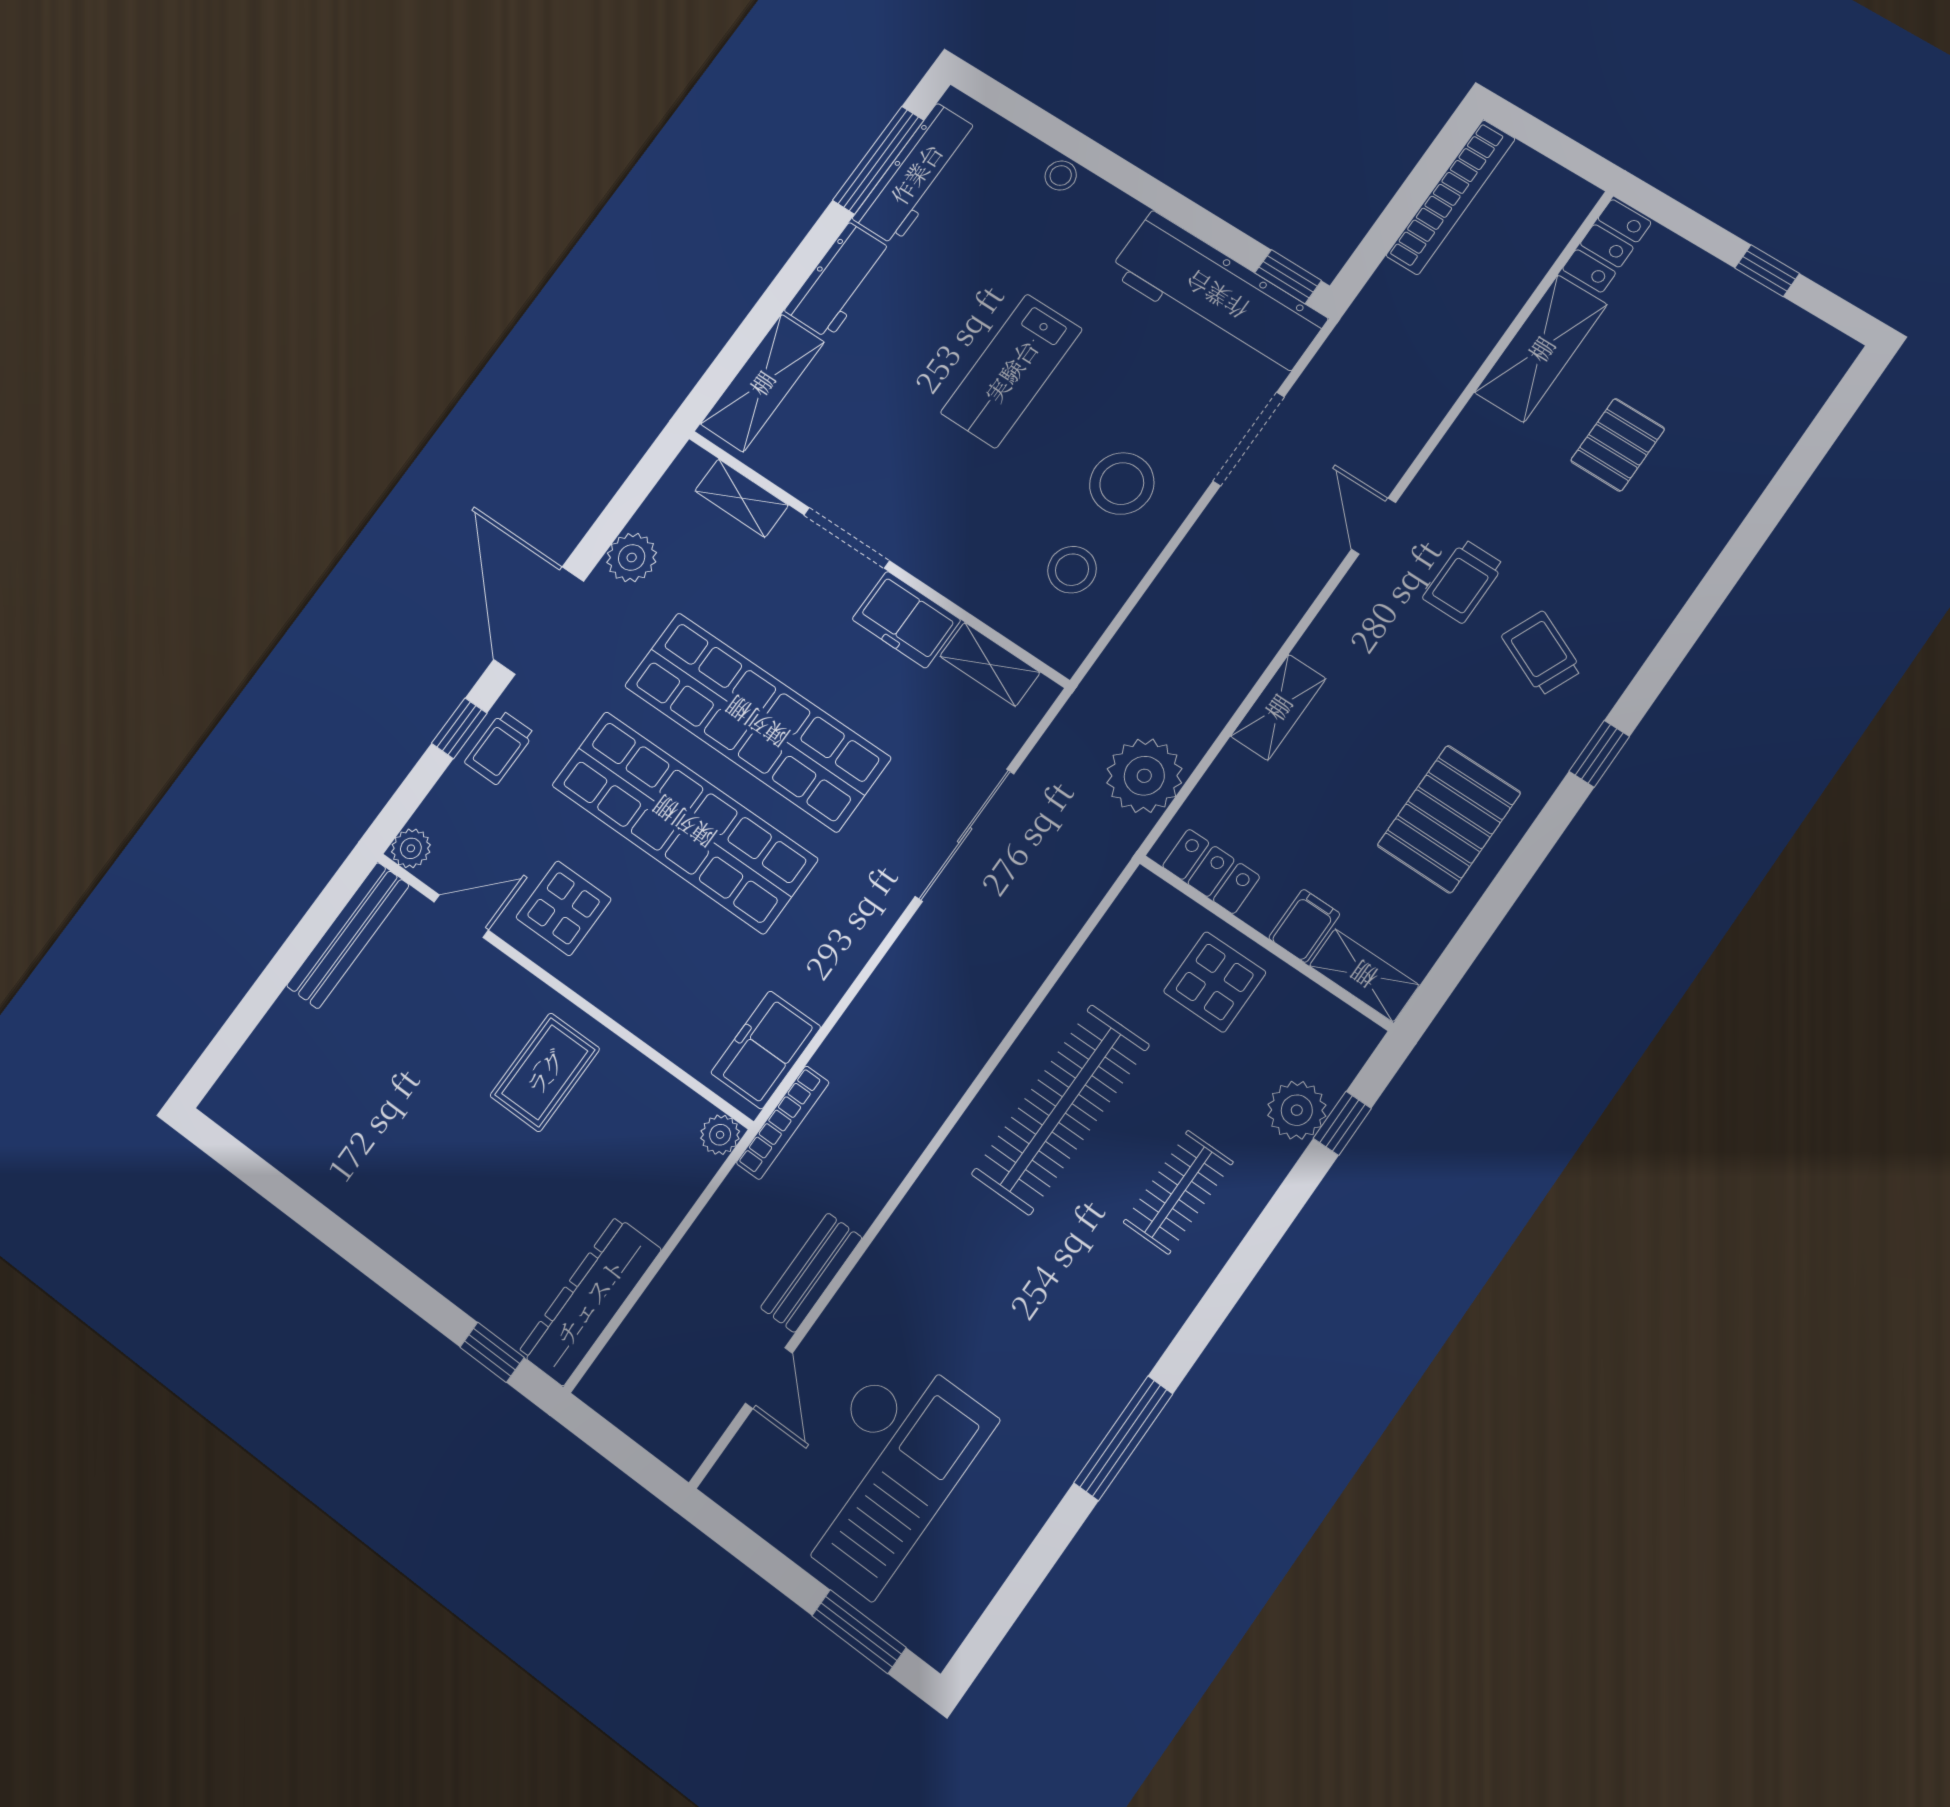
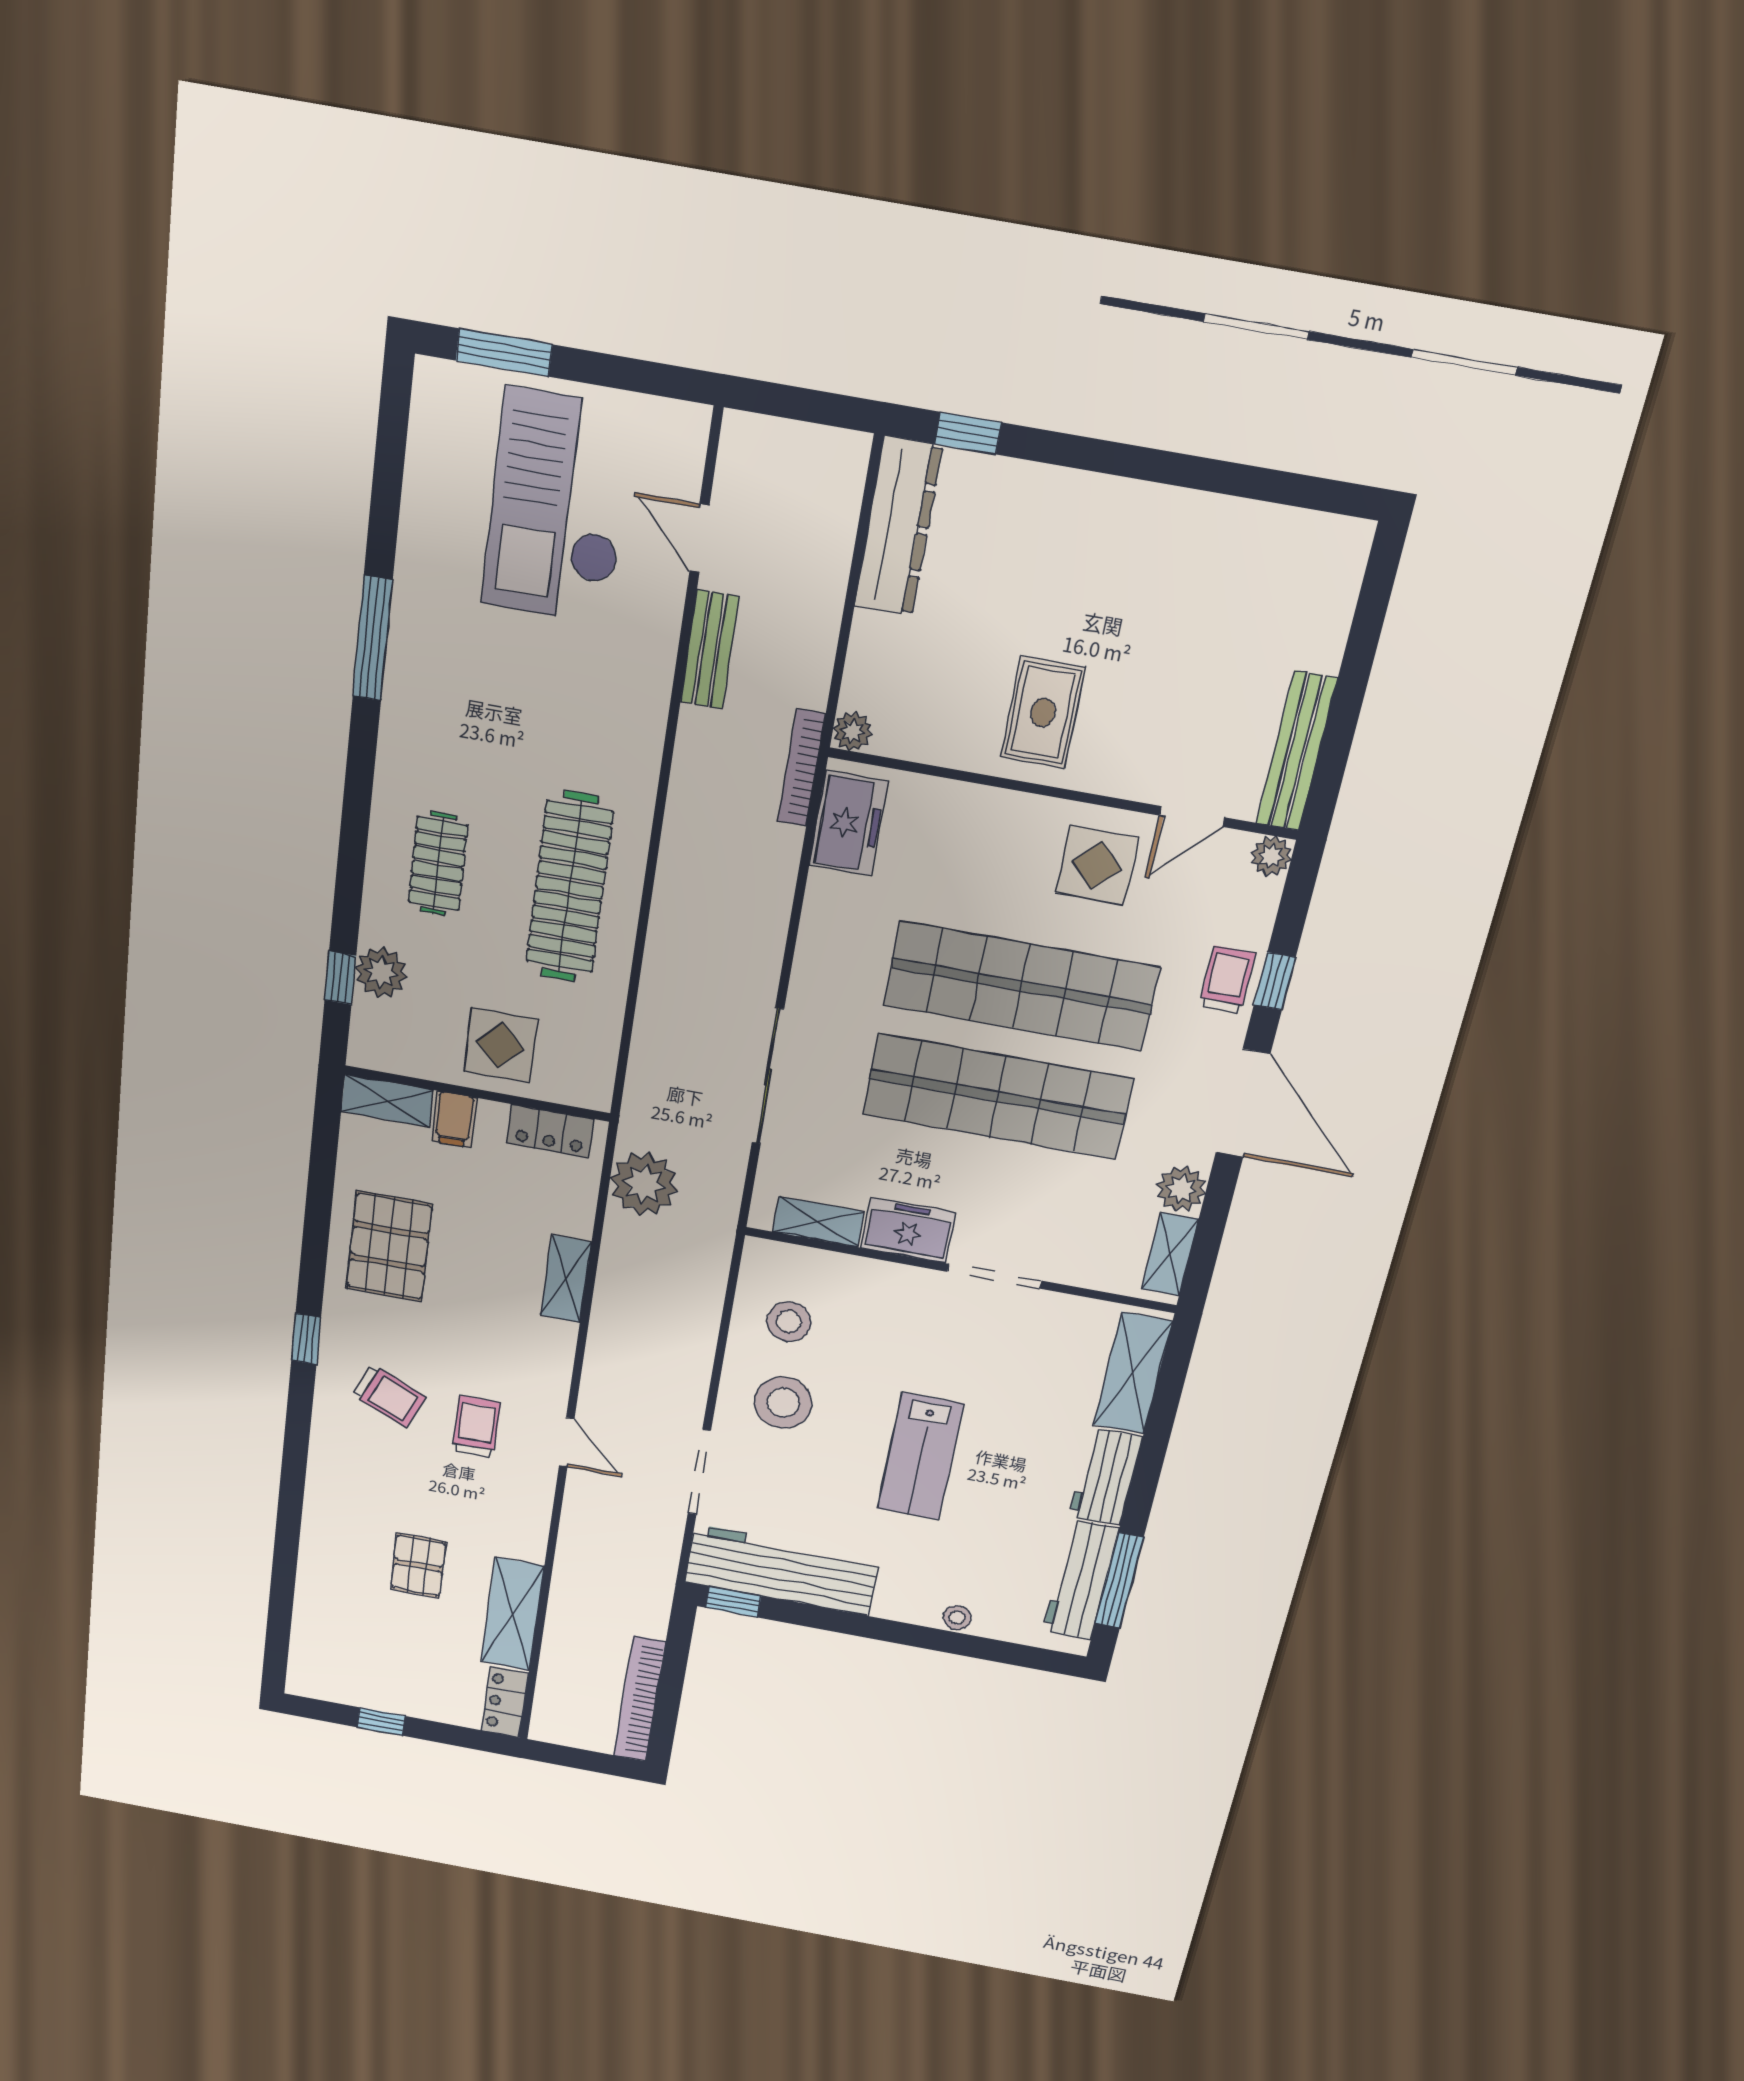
lab bench: (1011, 371) -> (921, 1457), turned 180
shelving: (742, 498) -> (1170, 1254), moved, turned 90

